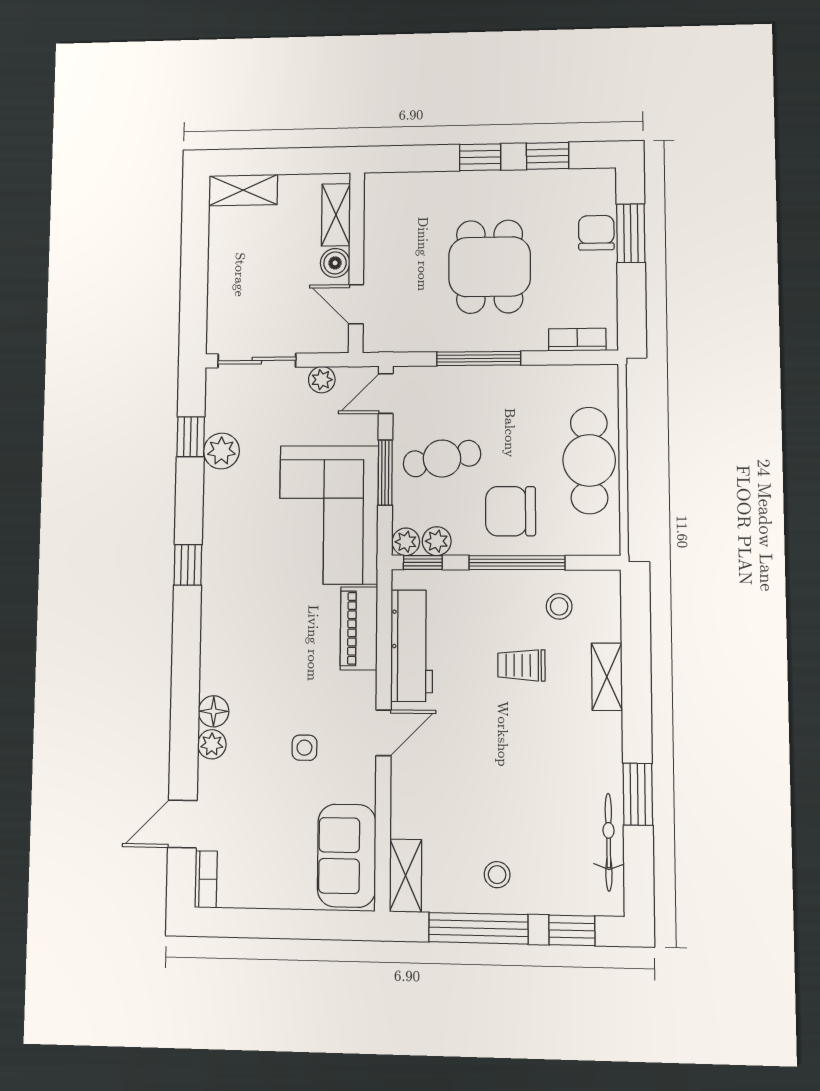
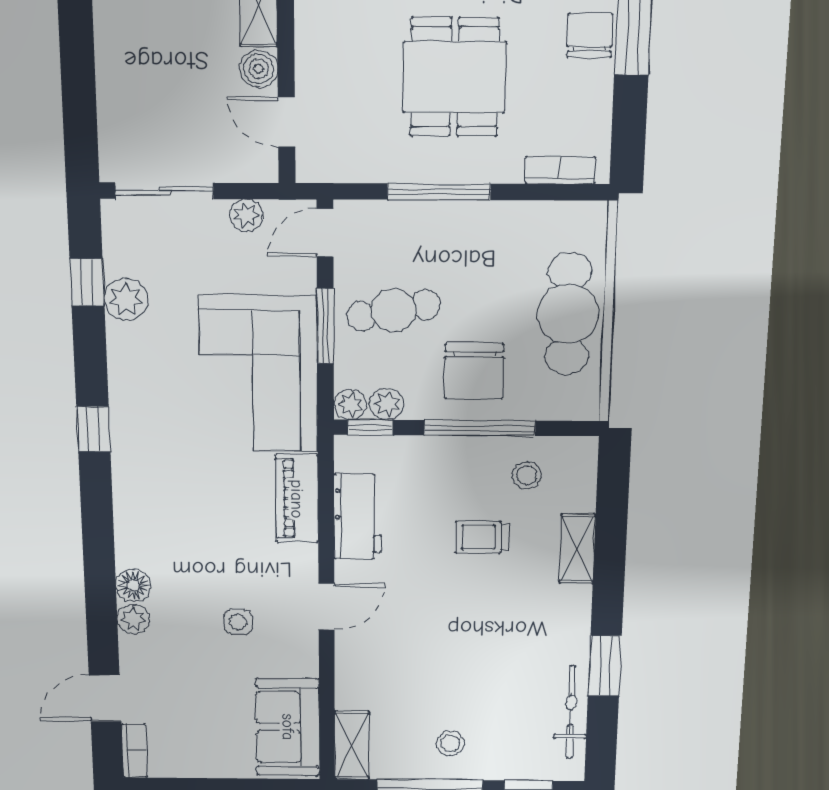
chair: (511, 511) -> (474, 371), turned -90
workbench: (412, 646) -> (358, 517), width x0.73

